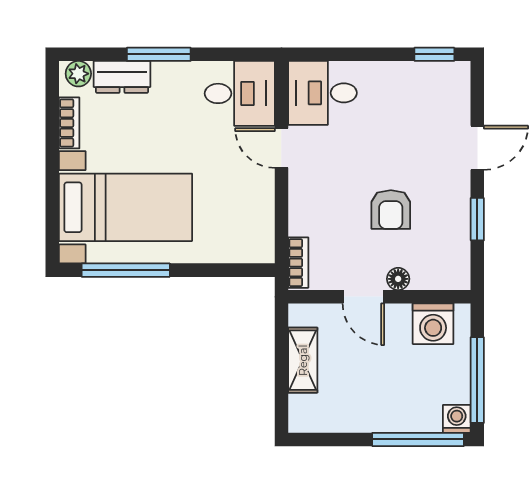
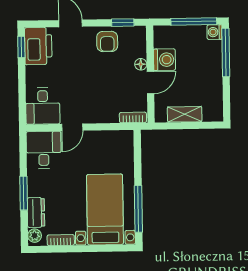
printer: (436, 86) -> (38, 46), added
armchair: (391, 210) -> (107, 41), moved, turned 90
window: (477, 219) -> (123, 23), moved
washing machine: (433, 324) -> (164, 60), moved

